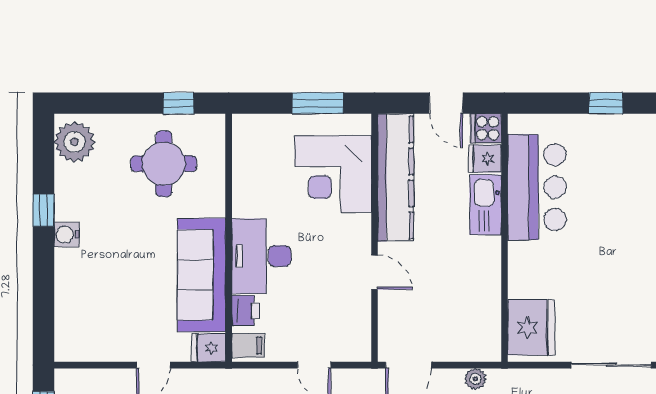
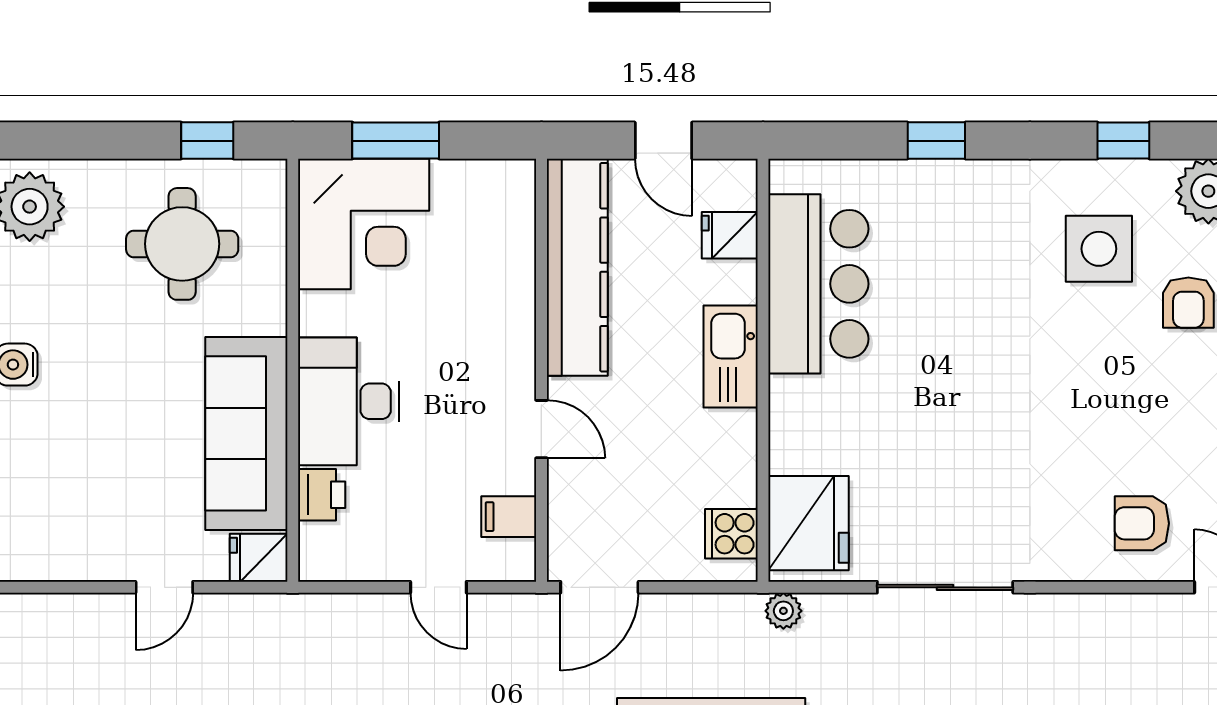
window: (318, 103) -> (396, 141), moved
cooker: (486, 128) -> (731, 534), moved
corner desk: (333, 174) -> (364, 224), moved, turned -90
kitchen sink: (485, 205) -> (731, 357), moved
filing cabinet: (248, 345) -> (509, 517), moved, turned 180
plant: (475, 379) -> (783, 611), moved

